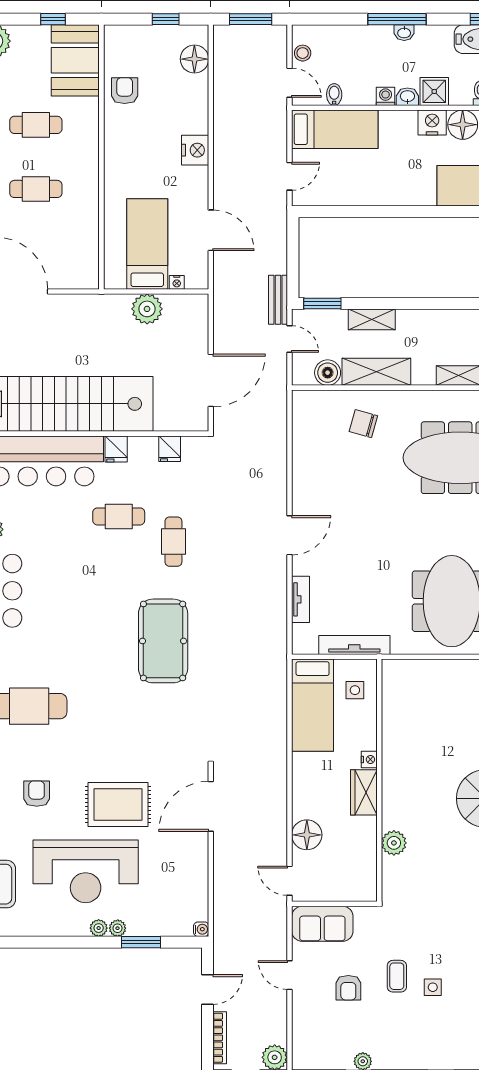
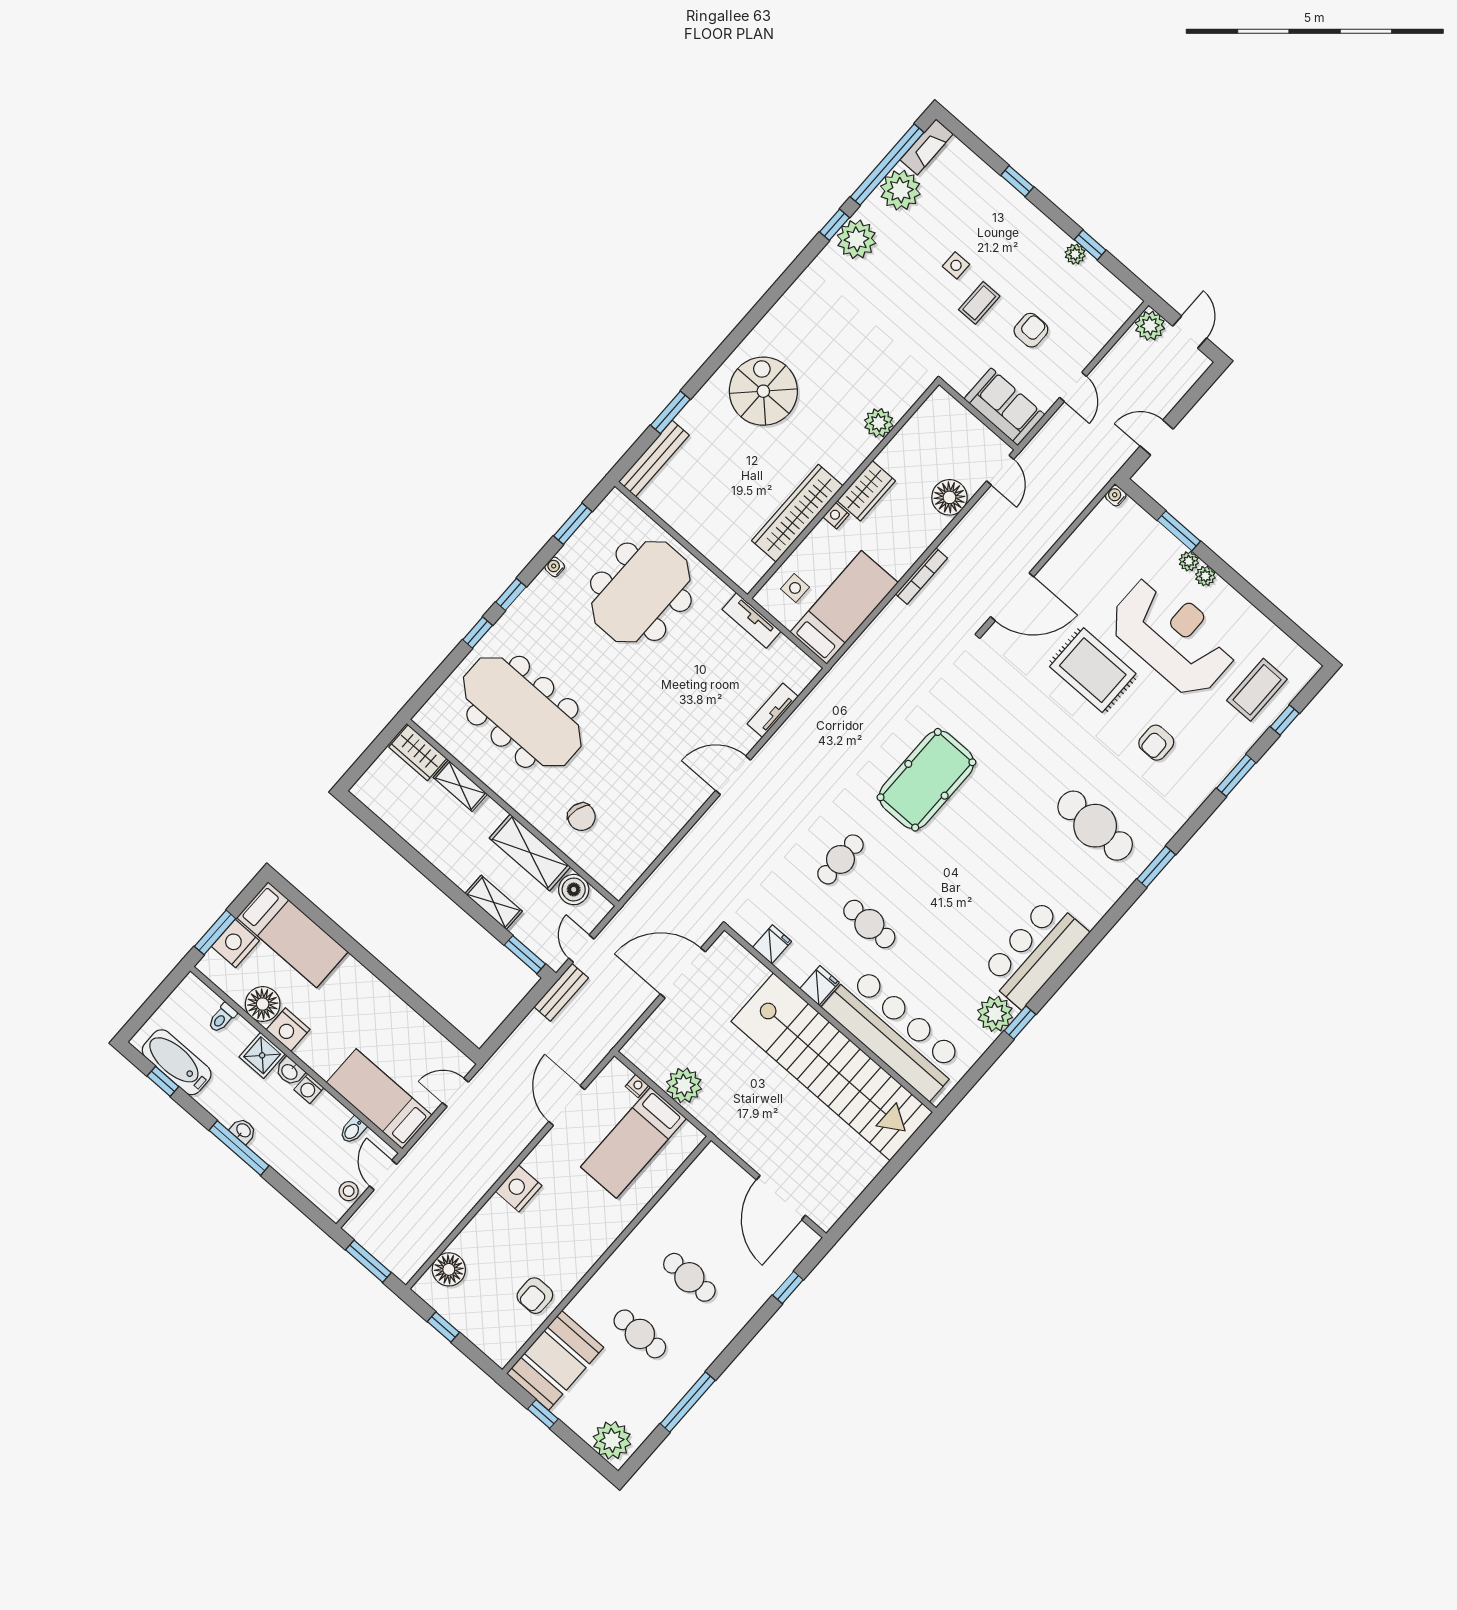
tv unit: (354, 645) -> (752, 620), width x0.71
wardrobe: (395, 739) -> (797, 513), added
bookcase: (220, 1038) -> (921, 576), moved, turned 180

